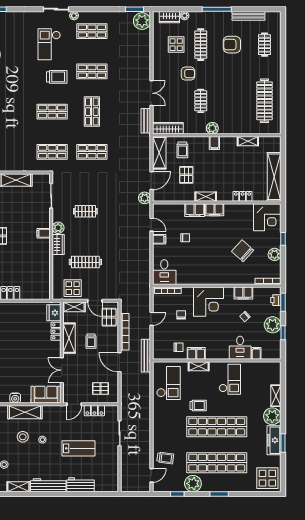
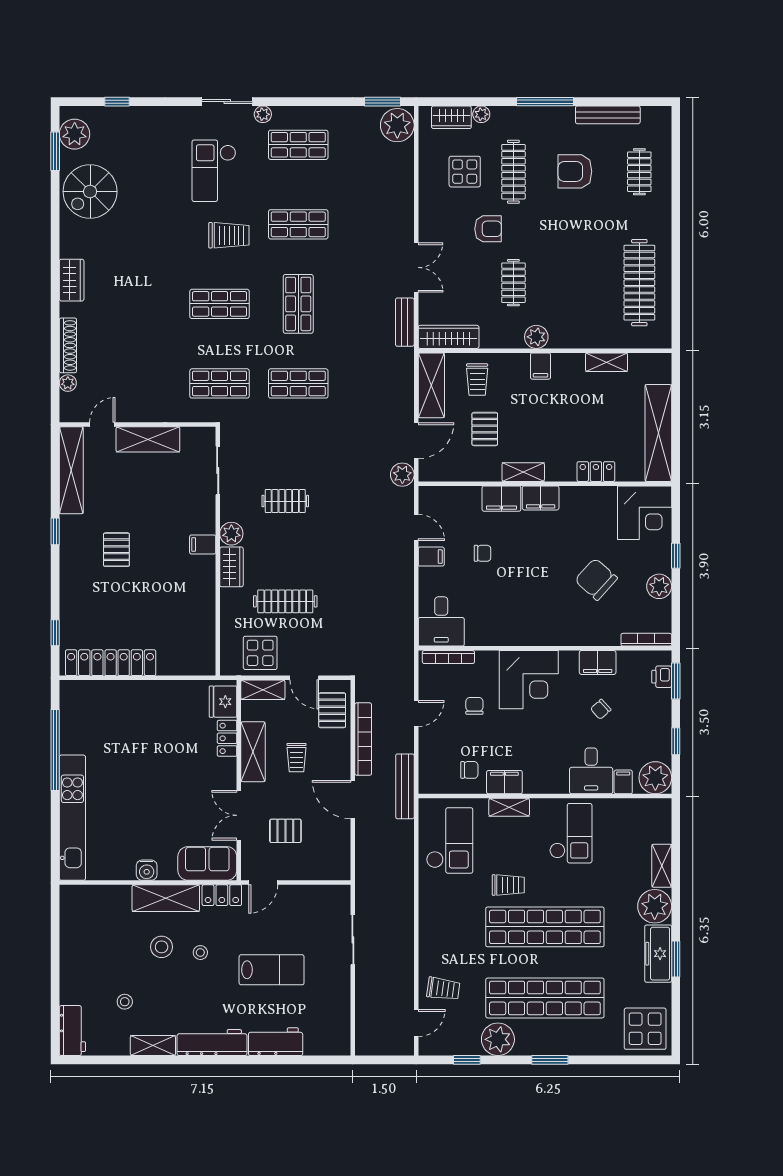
plant: (273, 325) -> (655, 778), moved
pallet: (100, 388) -> (285, 831), moved
locker: (94, 411) -> (222, 895), moved

